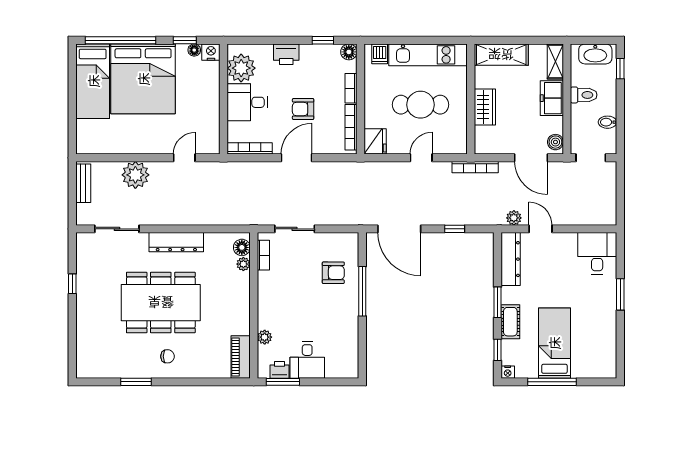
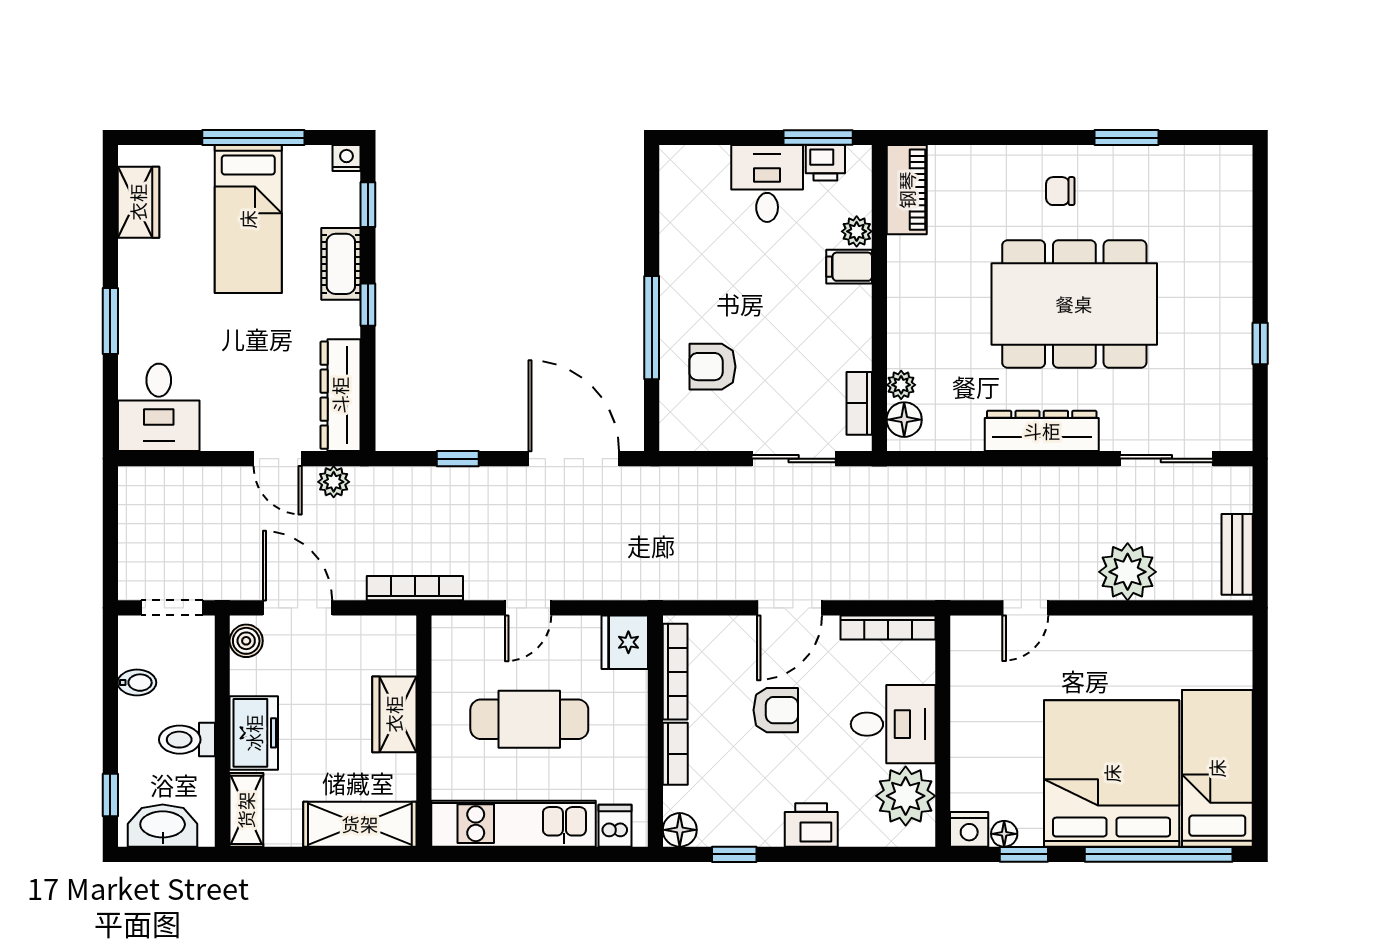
window: (497, 302) -> (368, 305), width x0.67
filing cabinet: (268, 320) -> (849, 267), added
wardrobe: (607, 351) -> (138, 202), added

